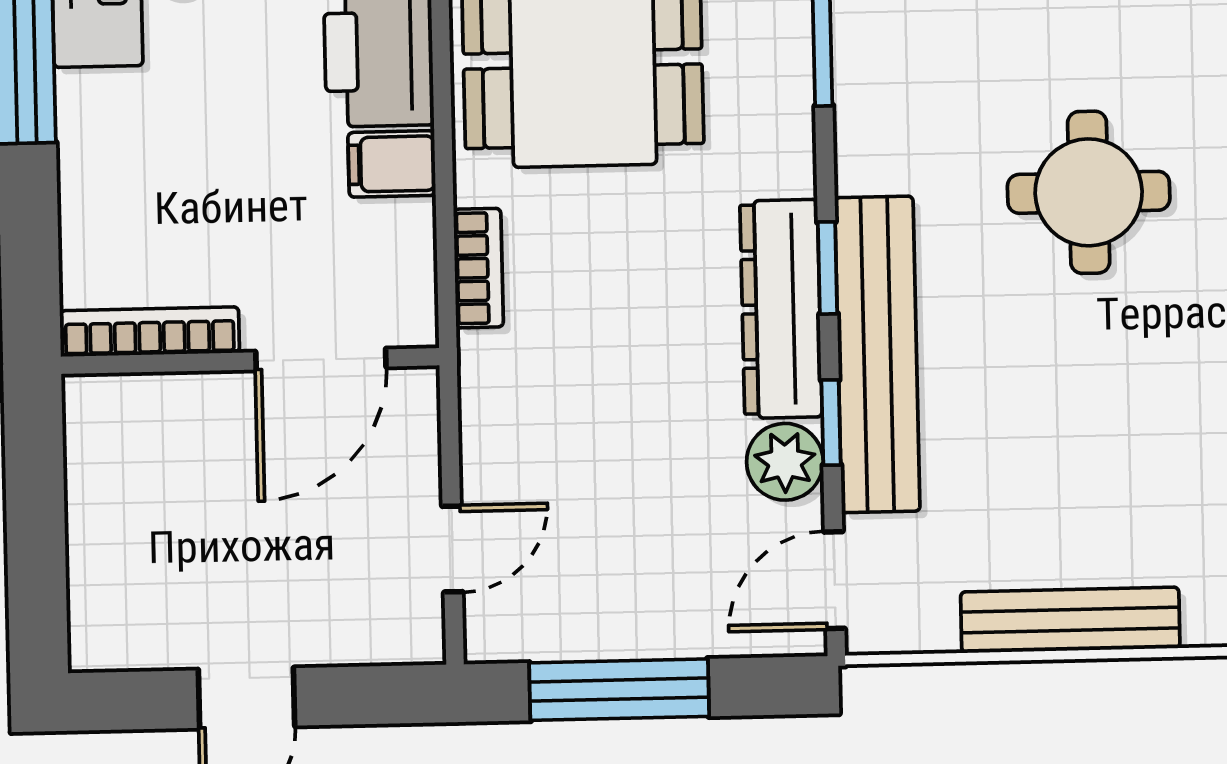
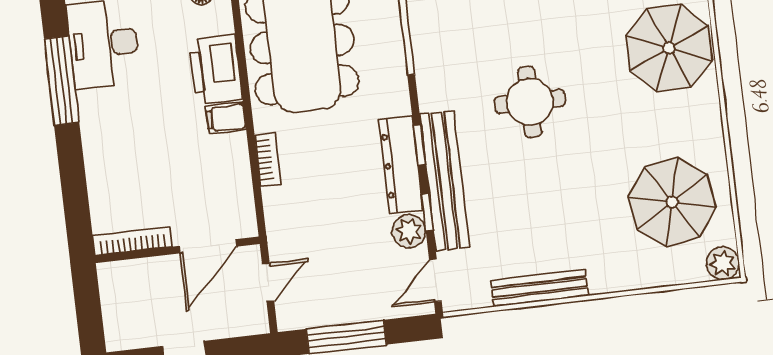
bookcase: (150, 332) -> (132, 241), moved
door: (321, 359) -> (208, 246), moved
wall: (250, 361) -> (177, 250), moved

